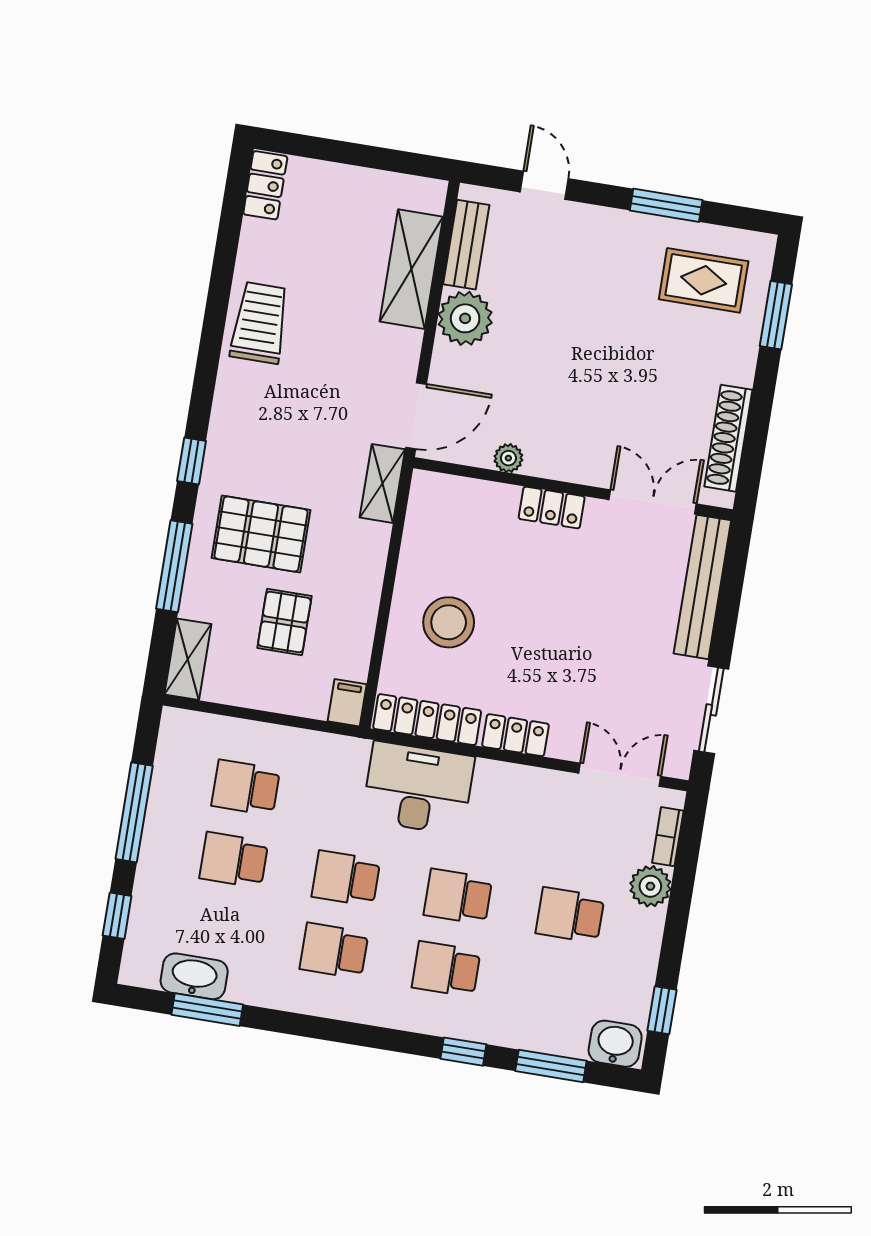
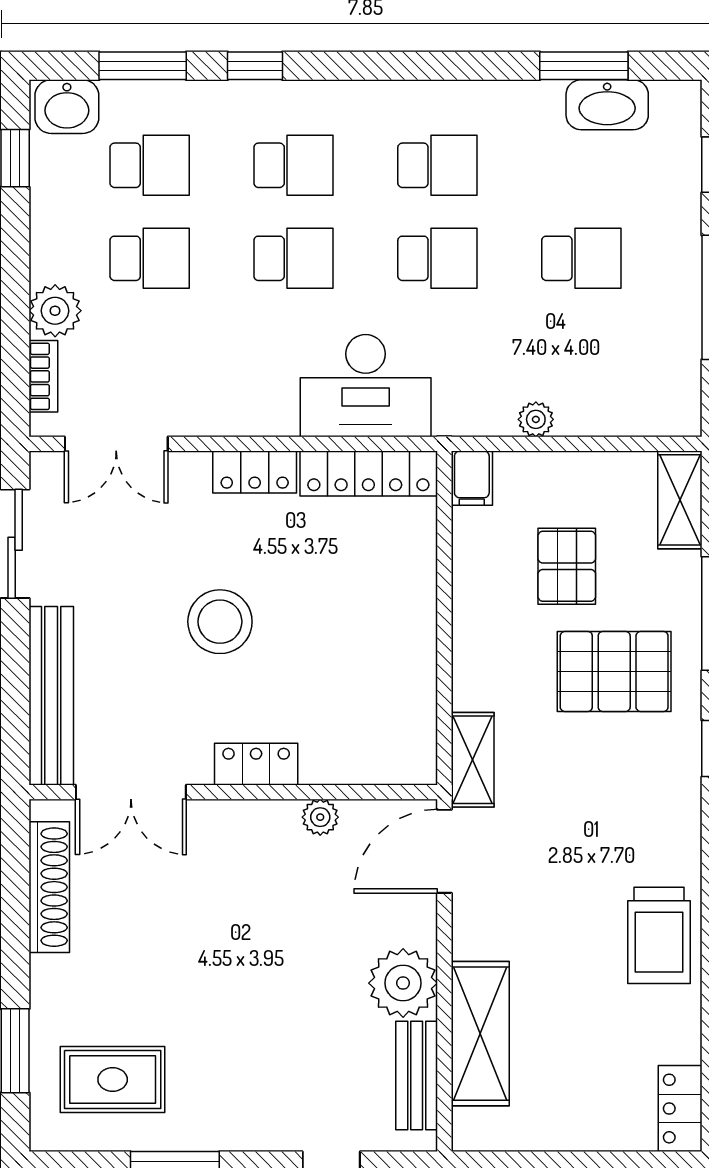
stool: (449, 622) -> (220, 622), moved
plant: (290, 740) -> (536, 419), added
school desk: (246, 788) -> (150, 165), moved

